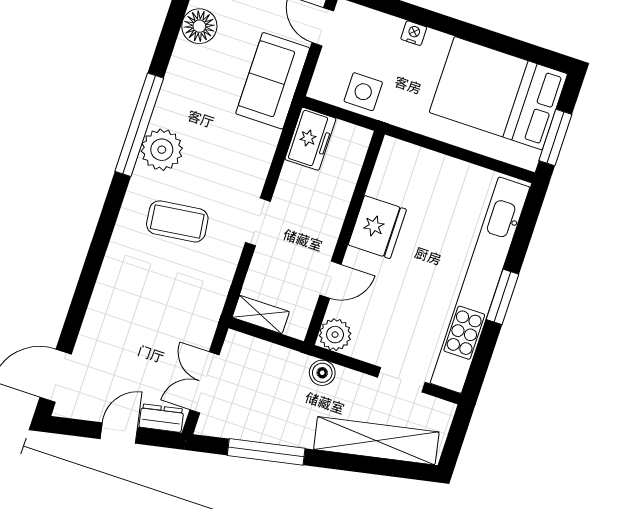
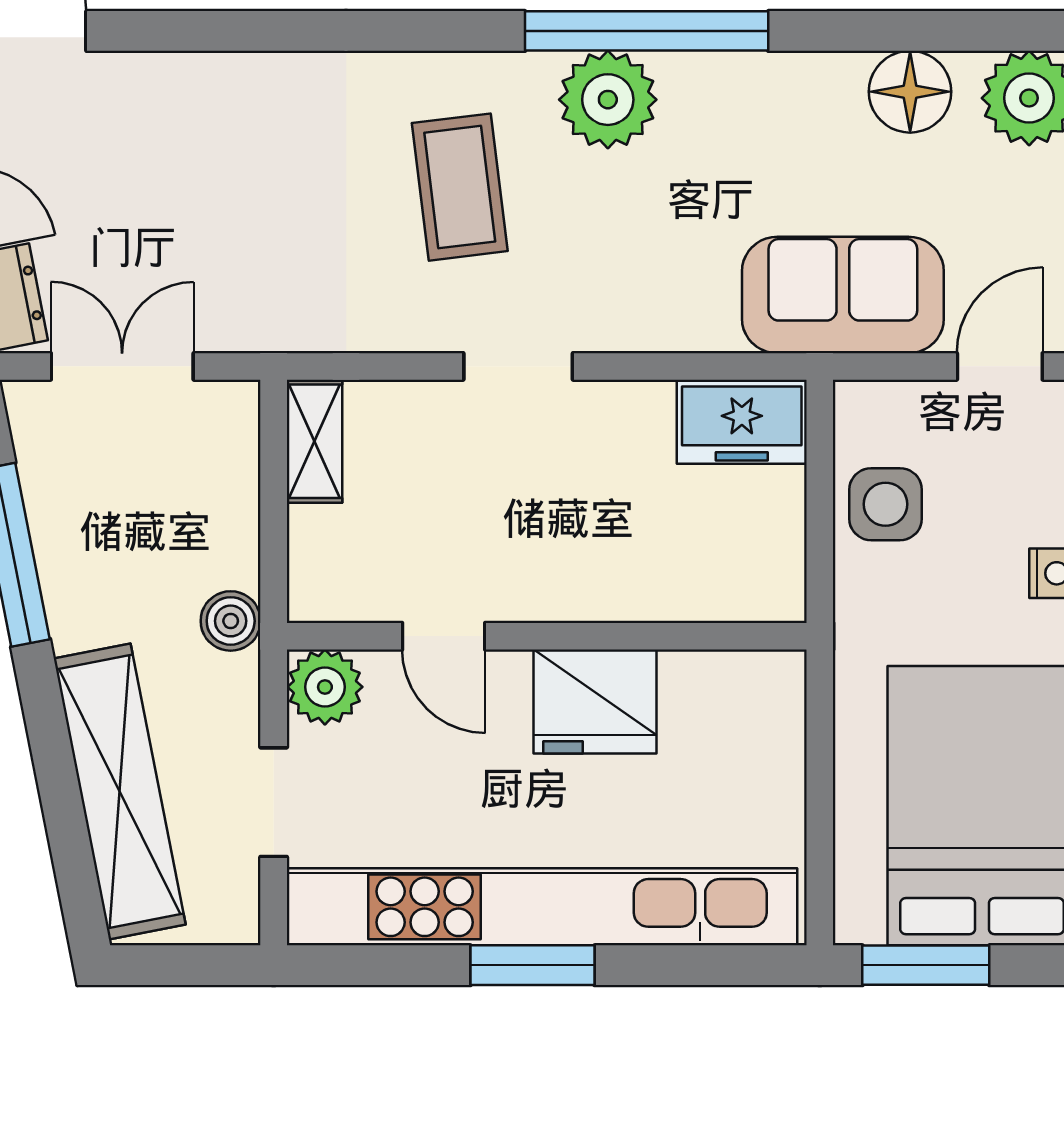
fridge: (377, 227) -> (595, 701), moved
wall: (344, 238) -> (547, 636), moved
door: (330, 280) -> (444, 636), moved
plant: (335, 335) -> (325, 687), moved

